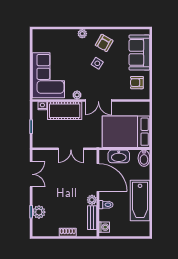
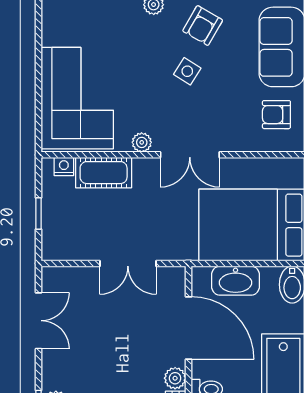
cot: (65, 111) -> (104, 173), width x0.73, depth x0.75

